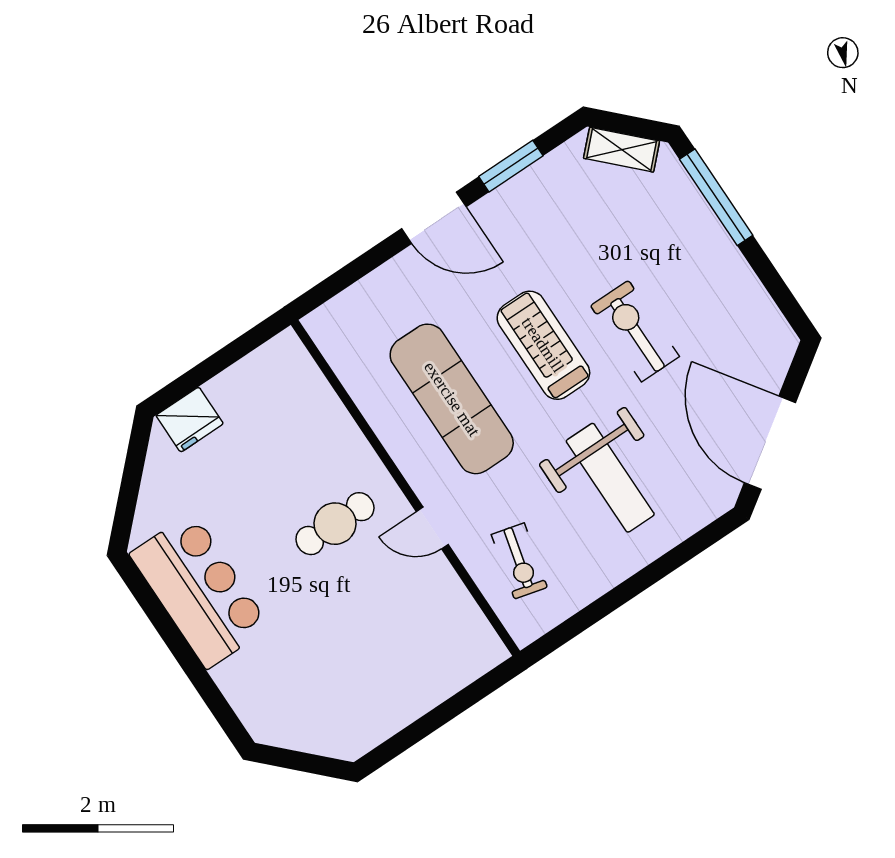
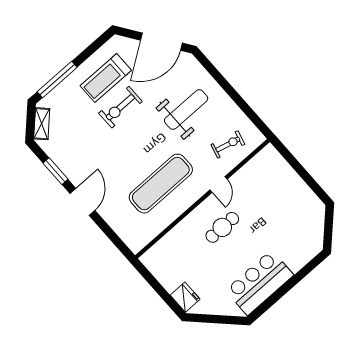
treadmill: (543, 345) -> (106, 78), moved
cafe table: (335, 524) -> (222, 227), turned 90

